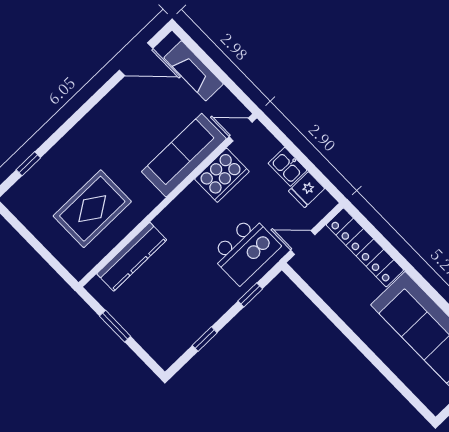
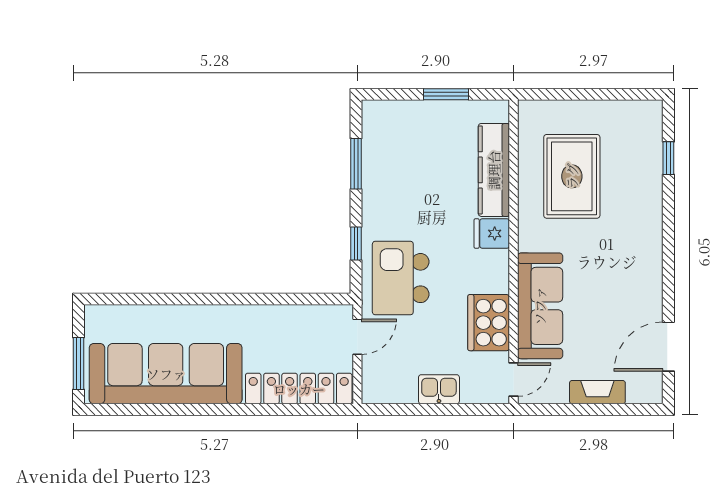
fireplace: (194, 71) -> (597, 392), width x0.73, depth x0.76
fridge: (307, 190) -> (492, 233), moved, turned -90
window: (205, 339) -> (356, 164), width x1.50

